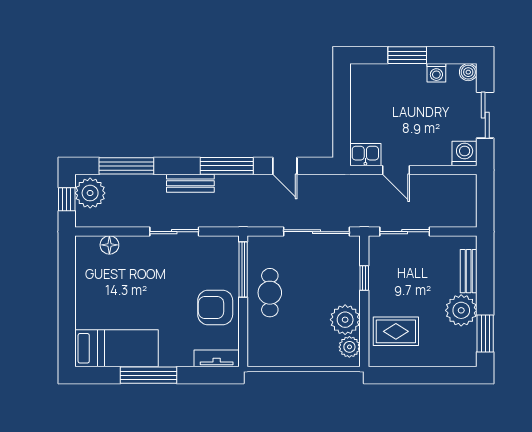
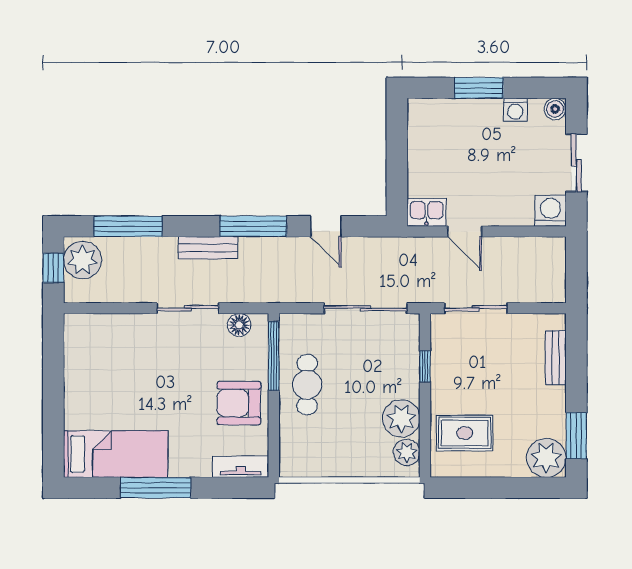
floor lamp: (109, 245) -> (239, 325), moved
plant: (461, 310) -> (546, 458), moved

